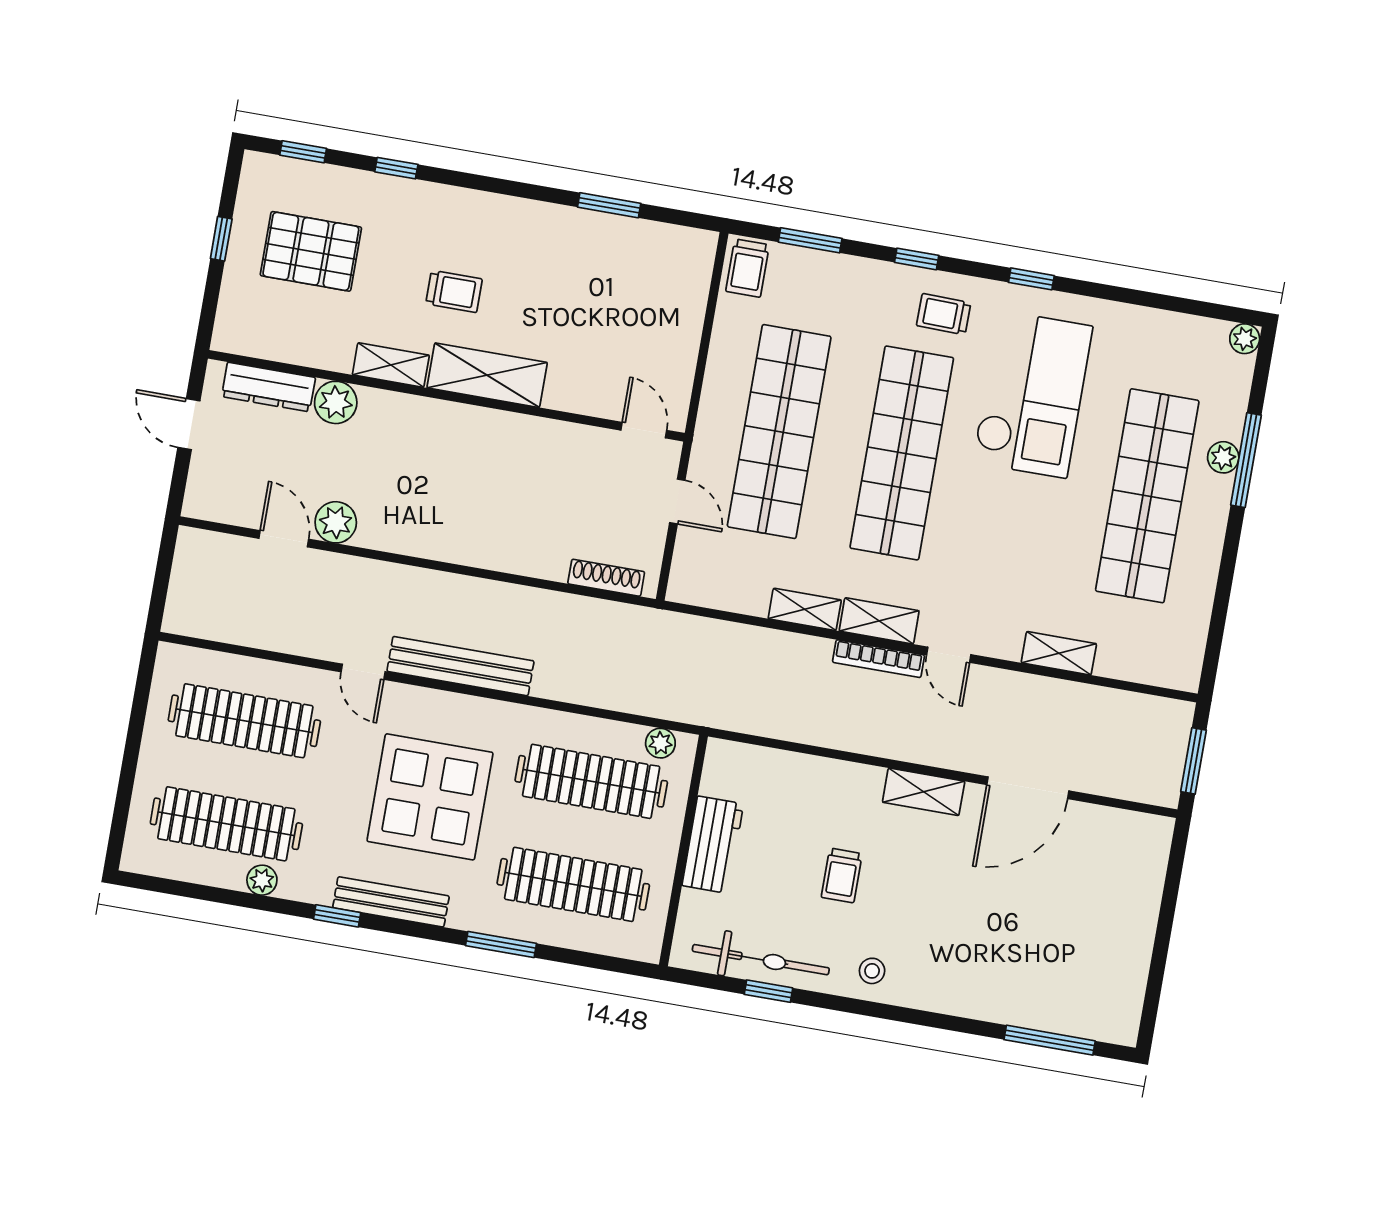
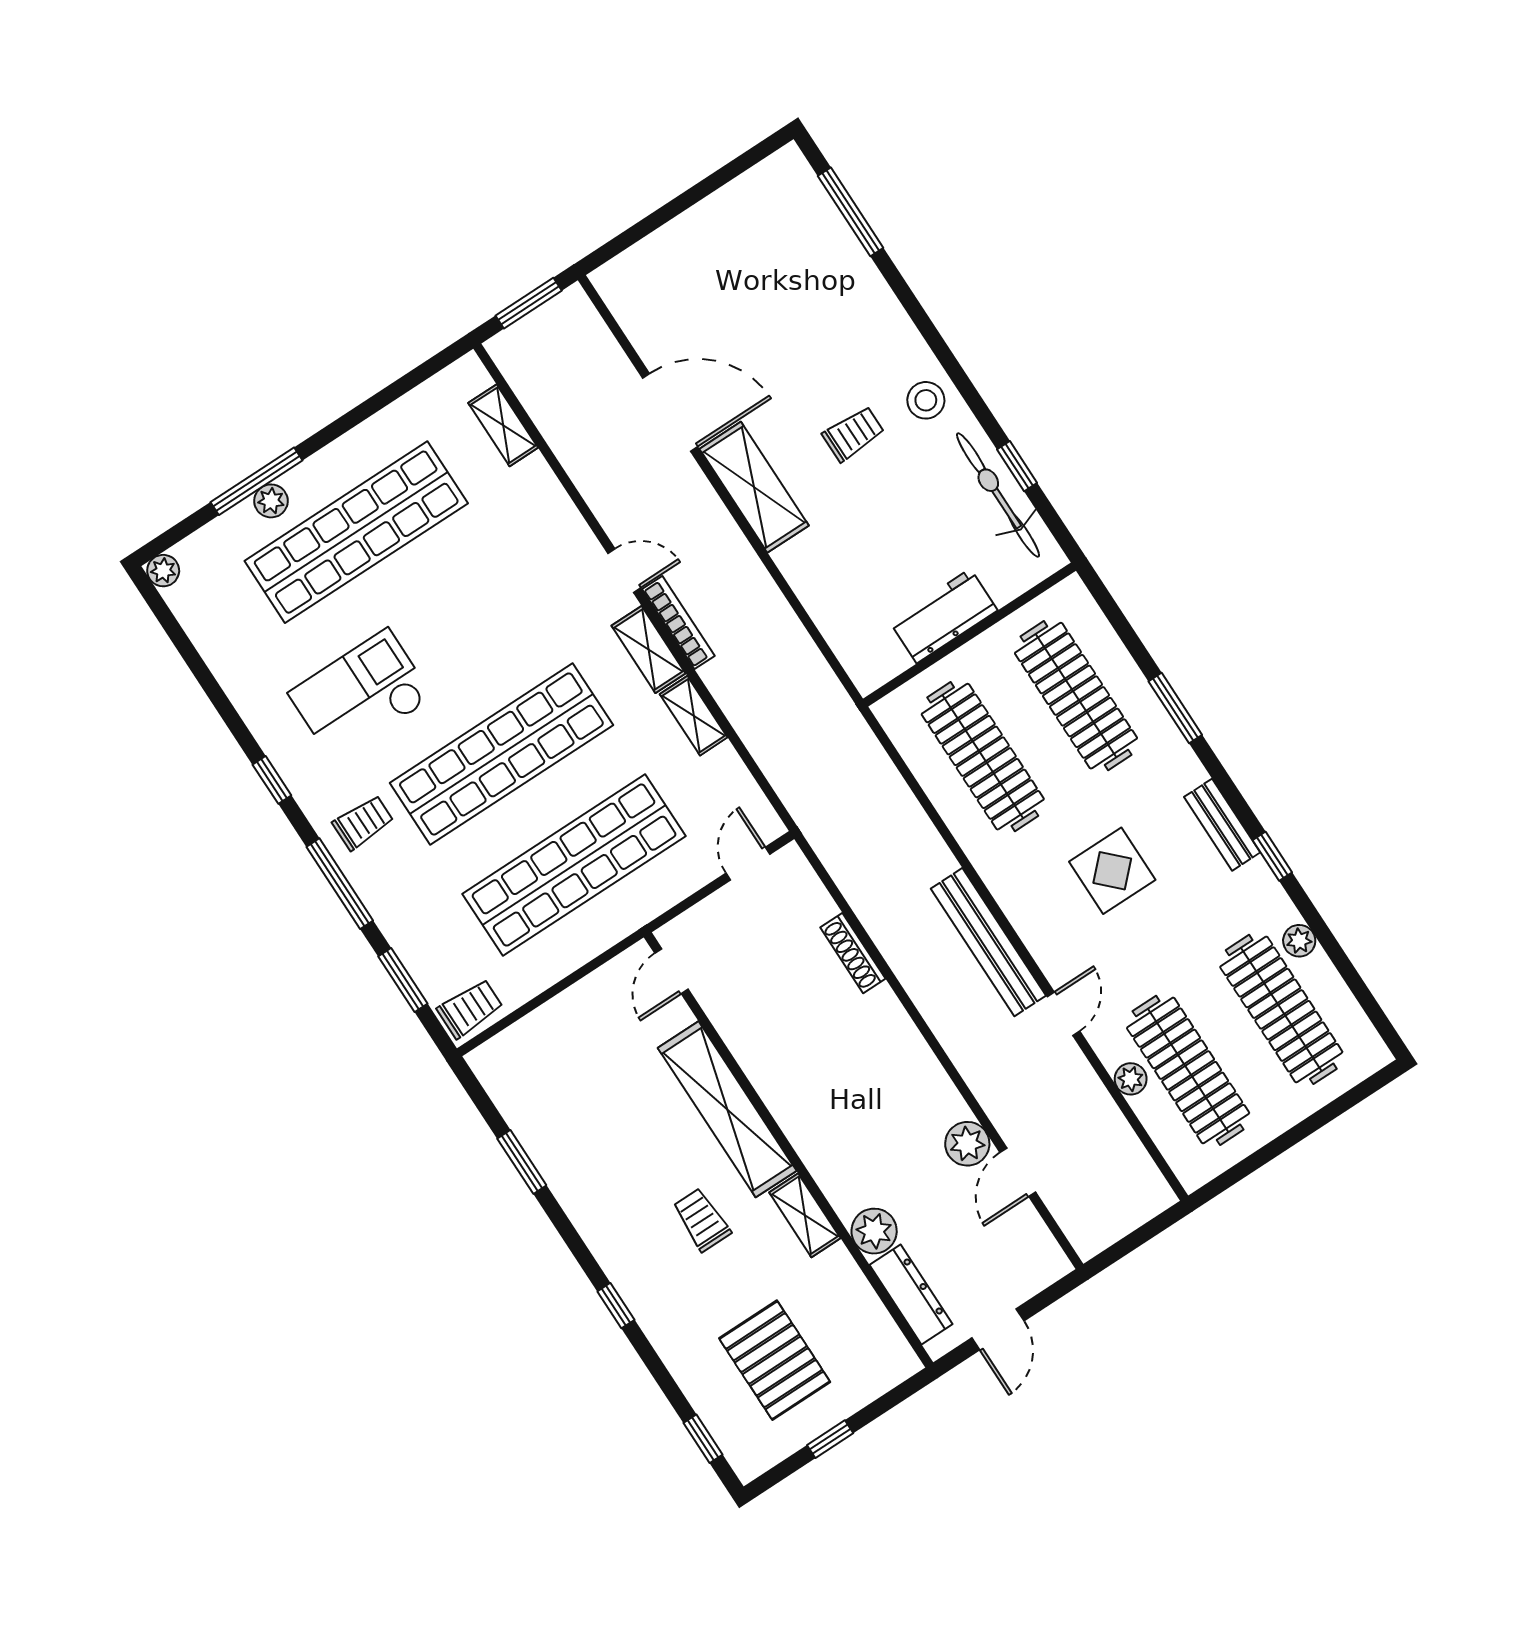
window: (396, 168) -> (616, 1306), moved
window: (917, 259) -> (340, 884), width x2.17
trolley: (944, 314) -> (363, 823), turned -91
shelving: (487, 375) -> (727, 1109), width x1.47
checkout: (1032, 394) -> (361, 695), width x0.73, depth x0.83
door: (677, 501) -> (748, 864), moved
shoe rack: (606, 578) -> (853, 953), moved
shelving: (1059, 653) -> (503, 425), moved
door: (949, 655) -> (624, 571), hinge flipped
plant: (660, 743) -> (1131, 1079), moved
shelving: (924, 792) -> (754, 487), width x1.50, depth x1.33
display table: (430, 797) -> (1112, 871), width x0.54, depth x0.54
trolley: (842, 875) -> (853, 434), moved
bench: (391, 902) -> (1222, 825), width x0.73
stool: (872, 971) -> (926, 400), width x1.37, depth x1.37

